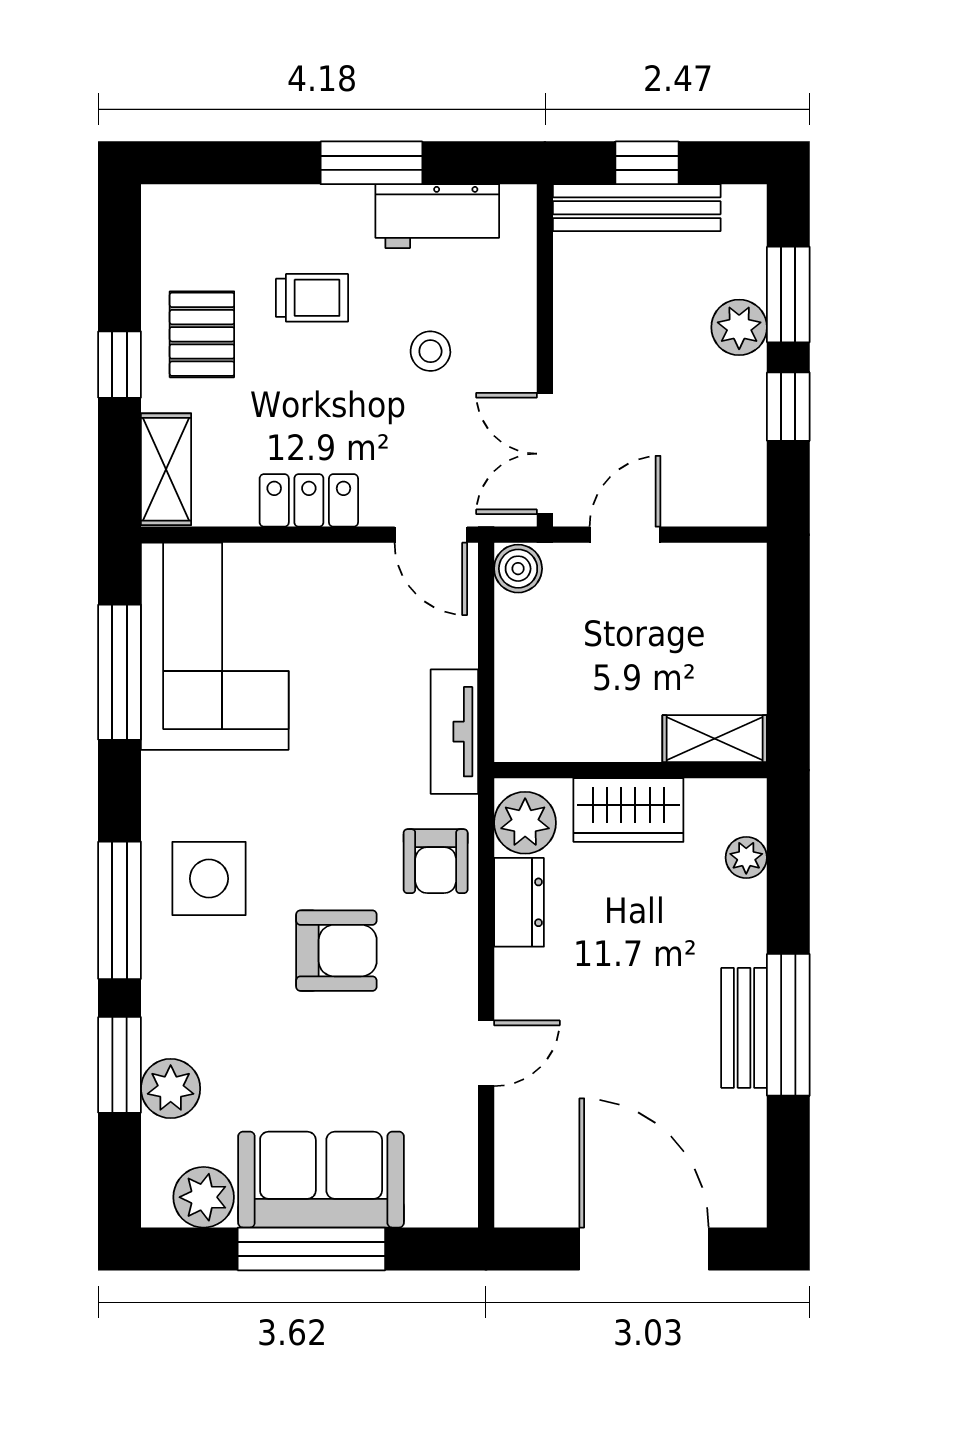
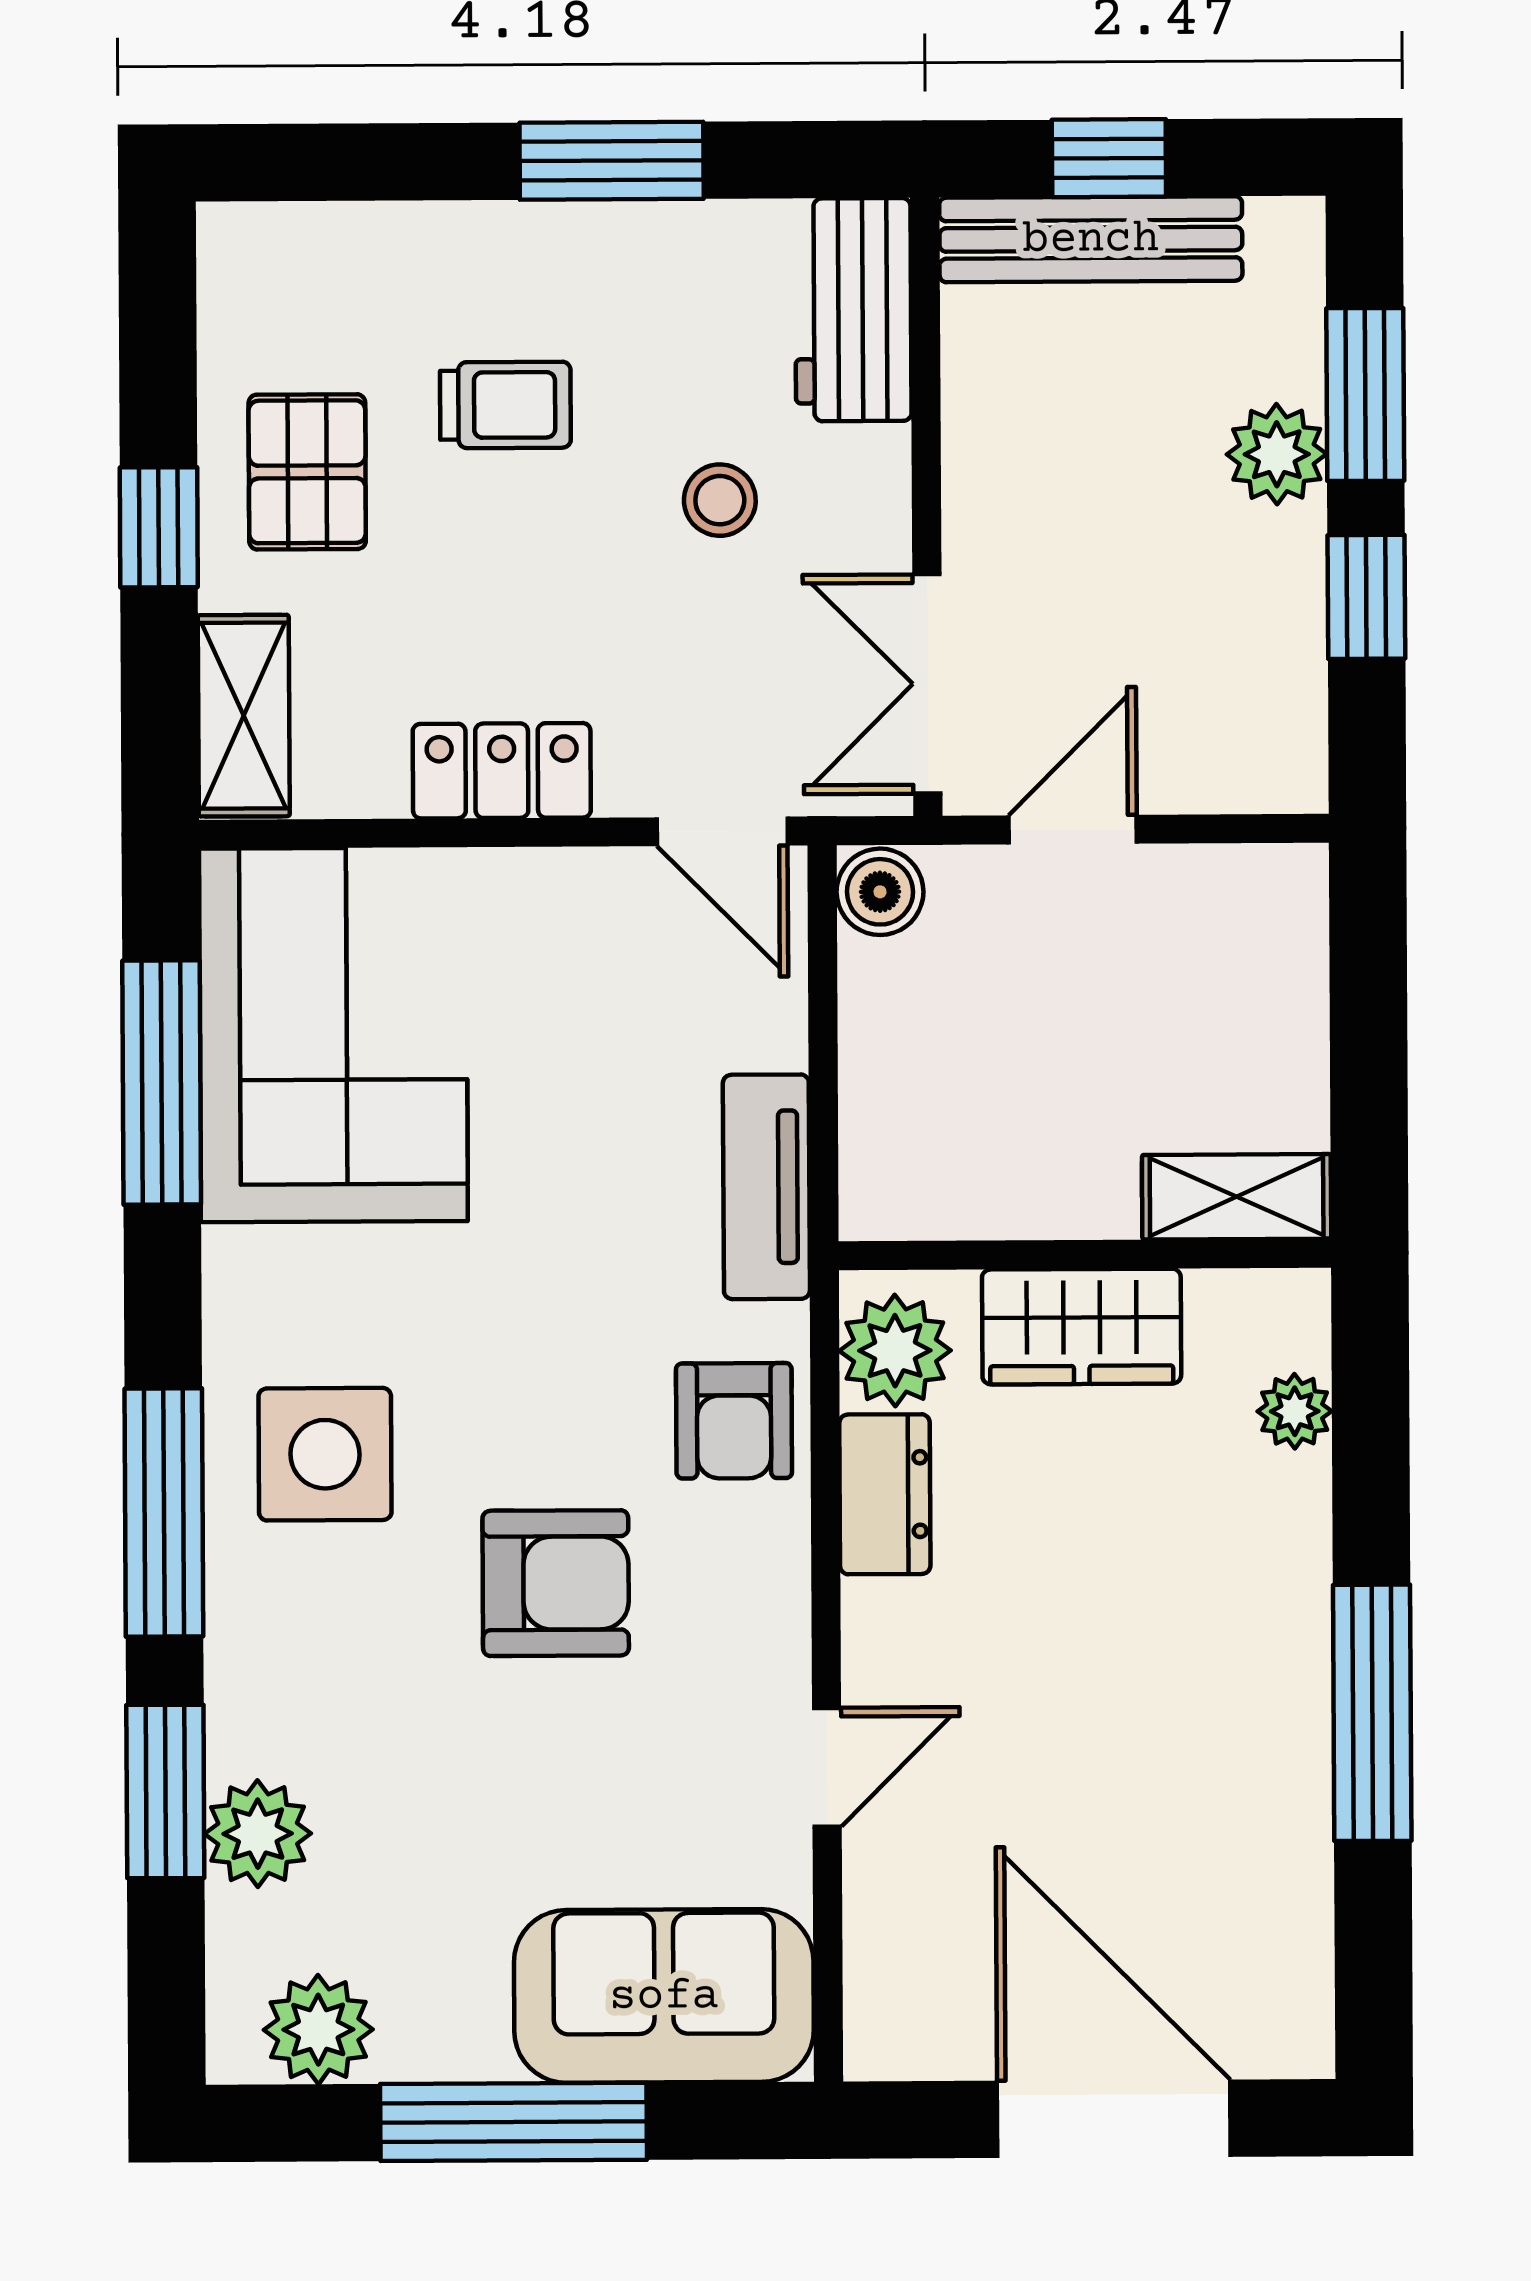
workbench: (437, 216) -> (853, 310), moved, turned 90
bench: (744, 1028) -> (1292, 1719), removed
sofa: (321, 1180) -> (664, 1996), moved

